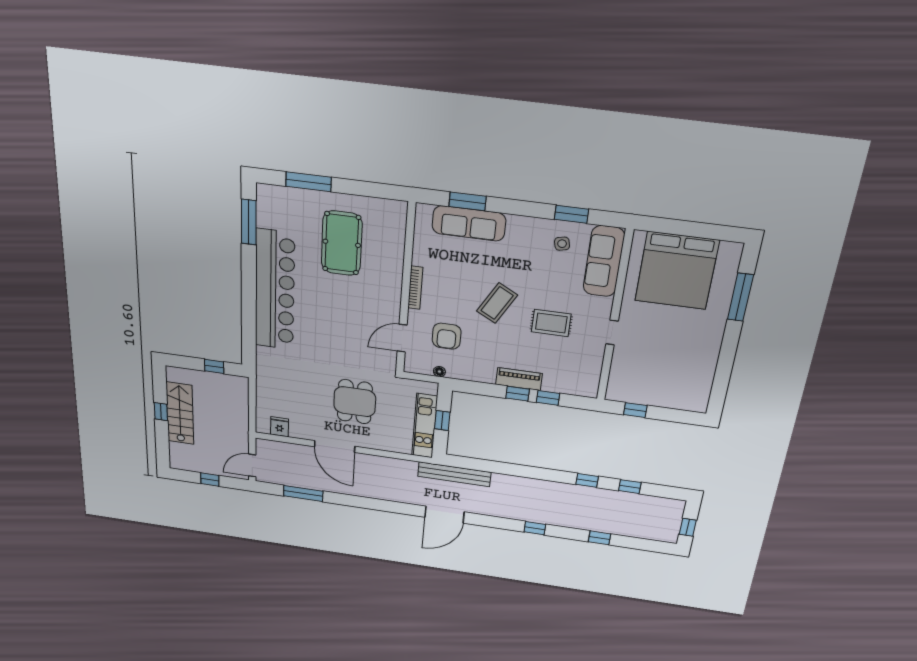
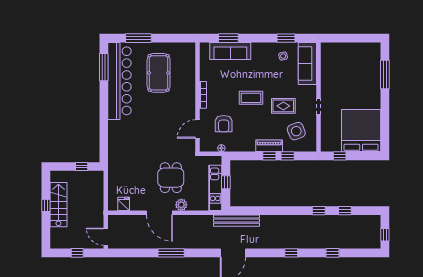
bed: (677, 271) -> (361, 131), moved, turned 180
bar counter: (275, 290) -> (119, 81), moved
coffee table: (497, 303) -> (251, 98), turned 61
side table: (568, 364) -> (296, 131), added
plant: (369, 441) -> (181, 205), added
door: (252, 466) -> (106, 237), hinge flipped
window: (303, 493) -> (171, 253), moved

